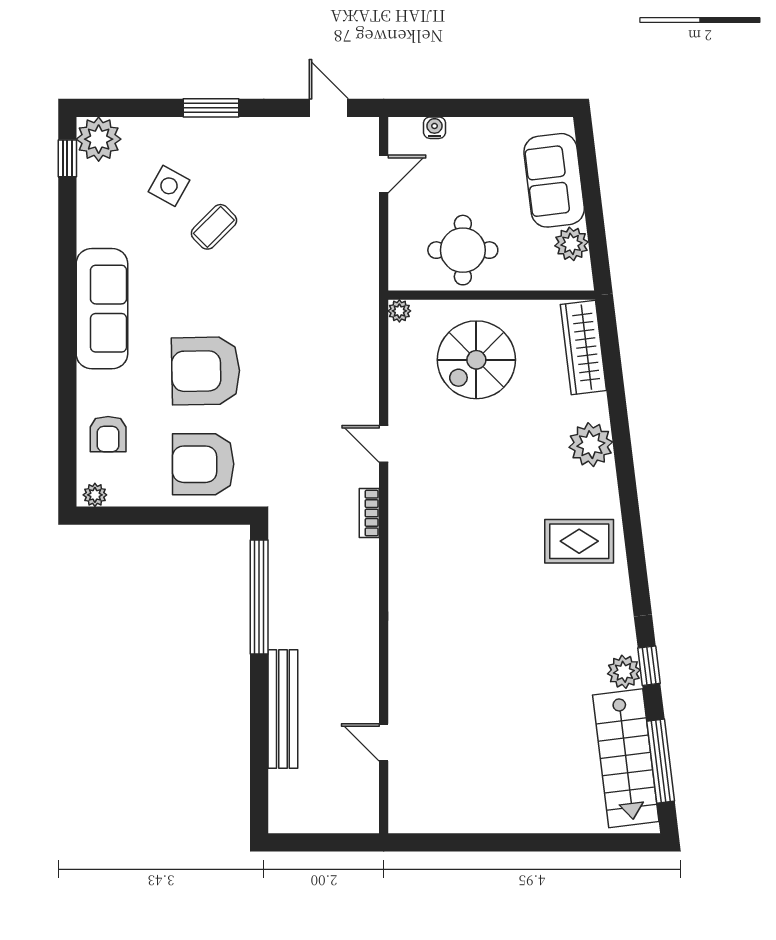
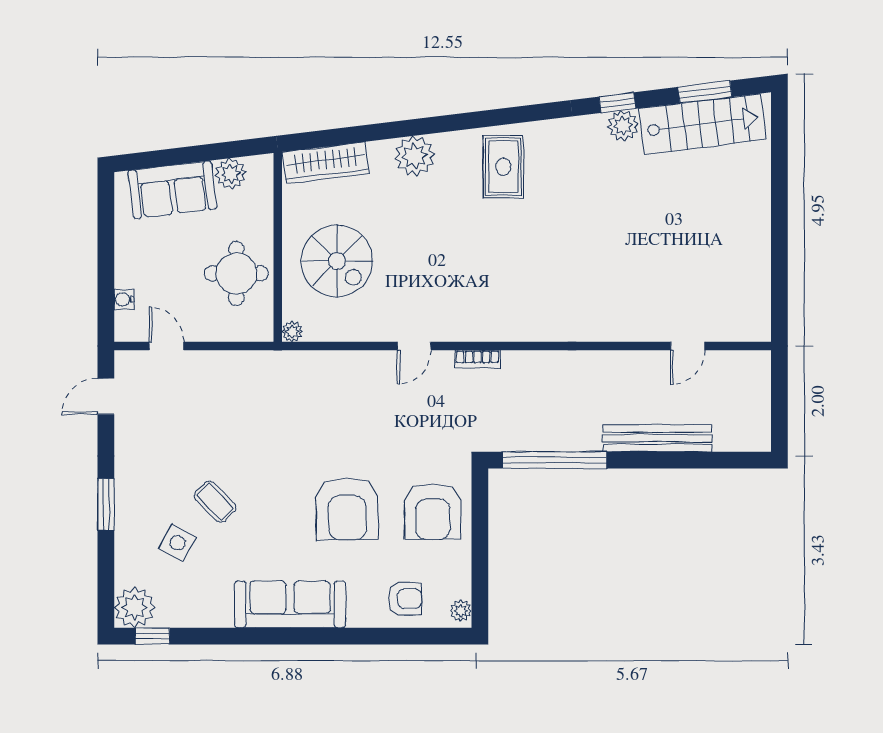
window: (661, 761) -> (705, 92), width x0.69

